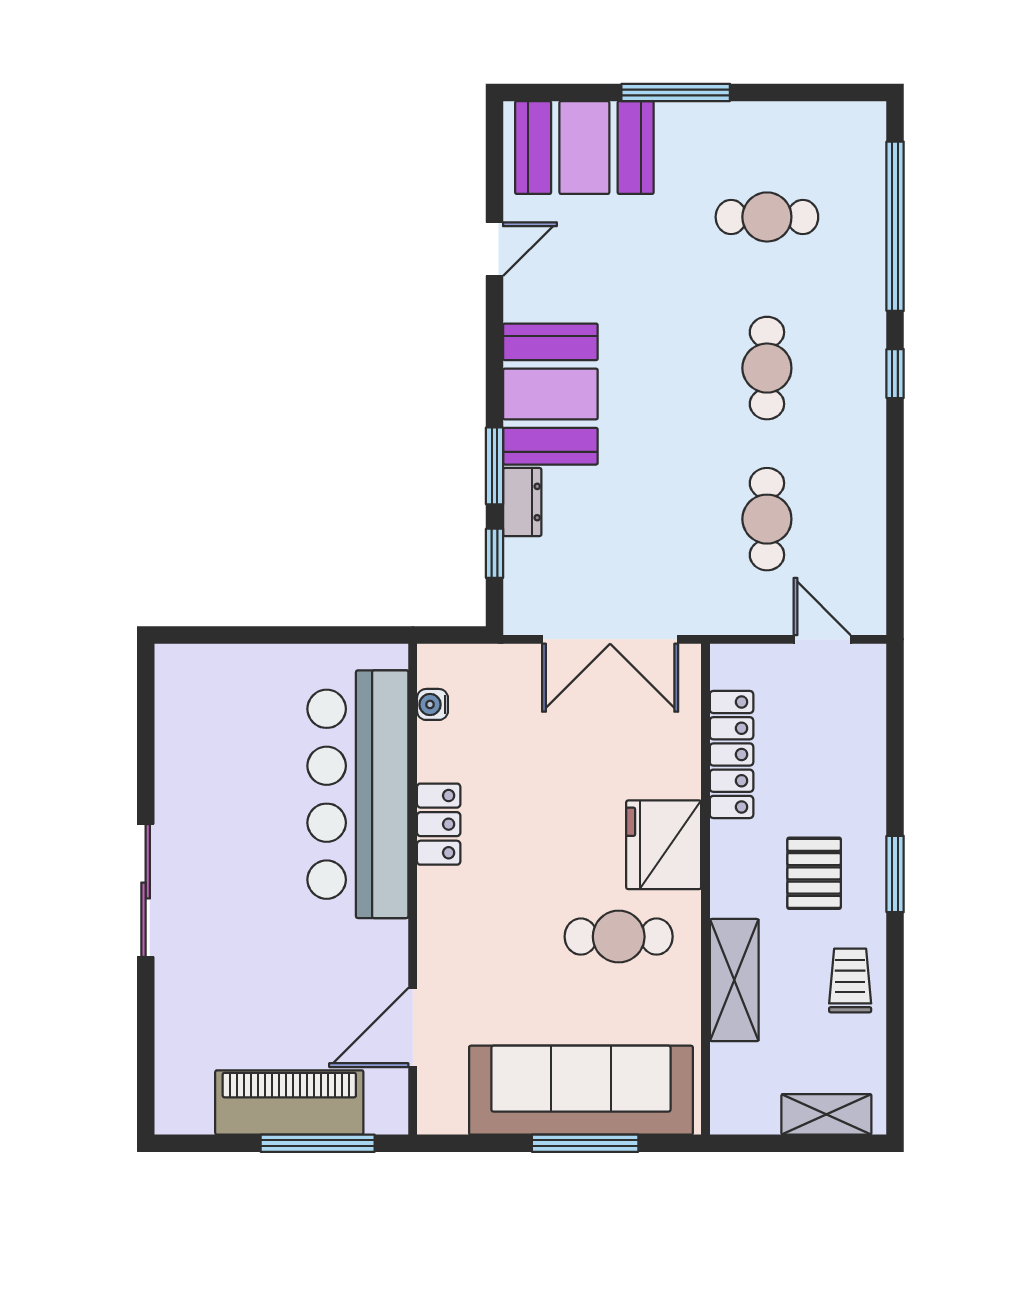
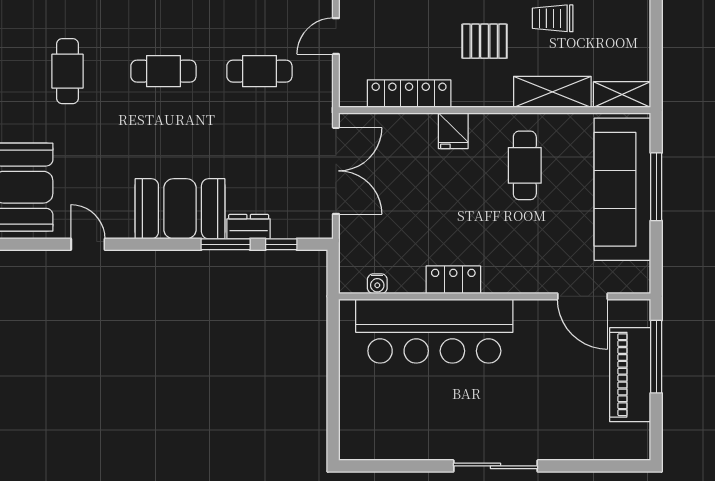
fridge: (664, 845) -> (453, 131), width x0.53, depth x0.75
shelving: (826, 1114) -> (622, 95), moved, turned 90

